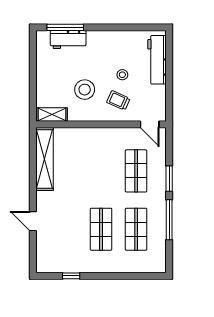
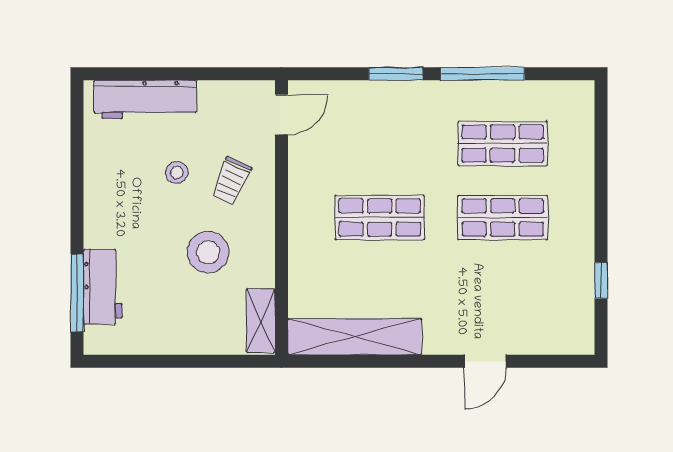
shop shelf: (136, 171) -> (380, 218), moved

